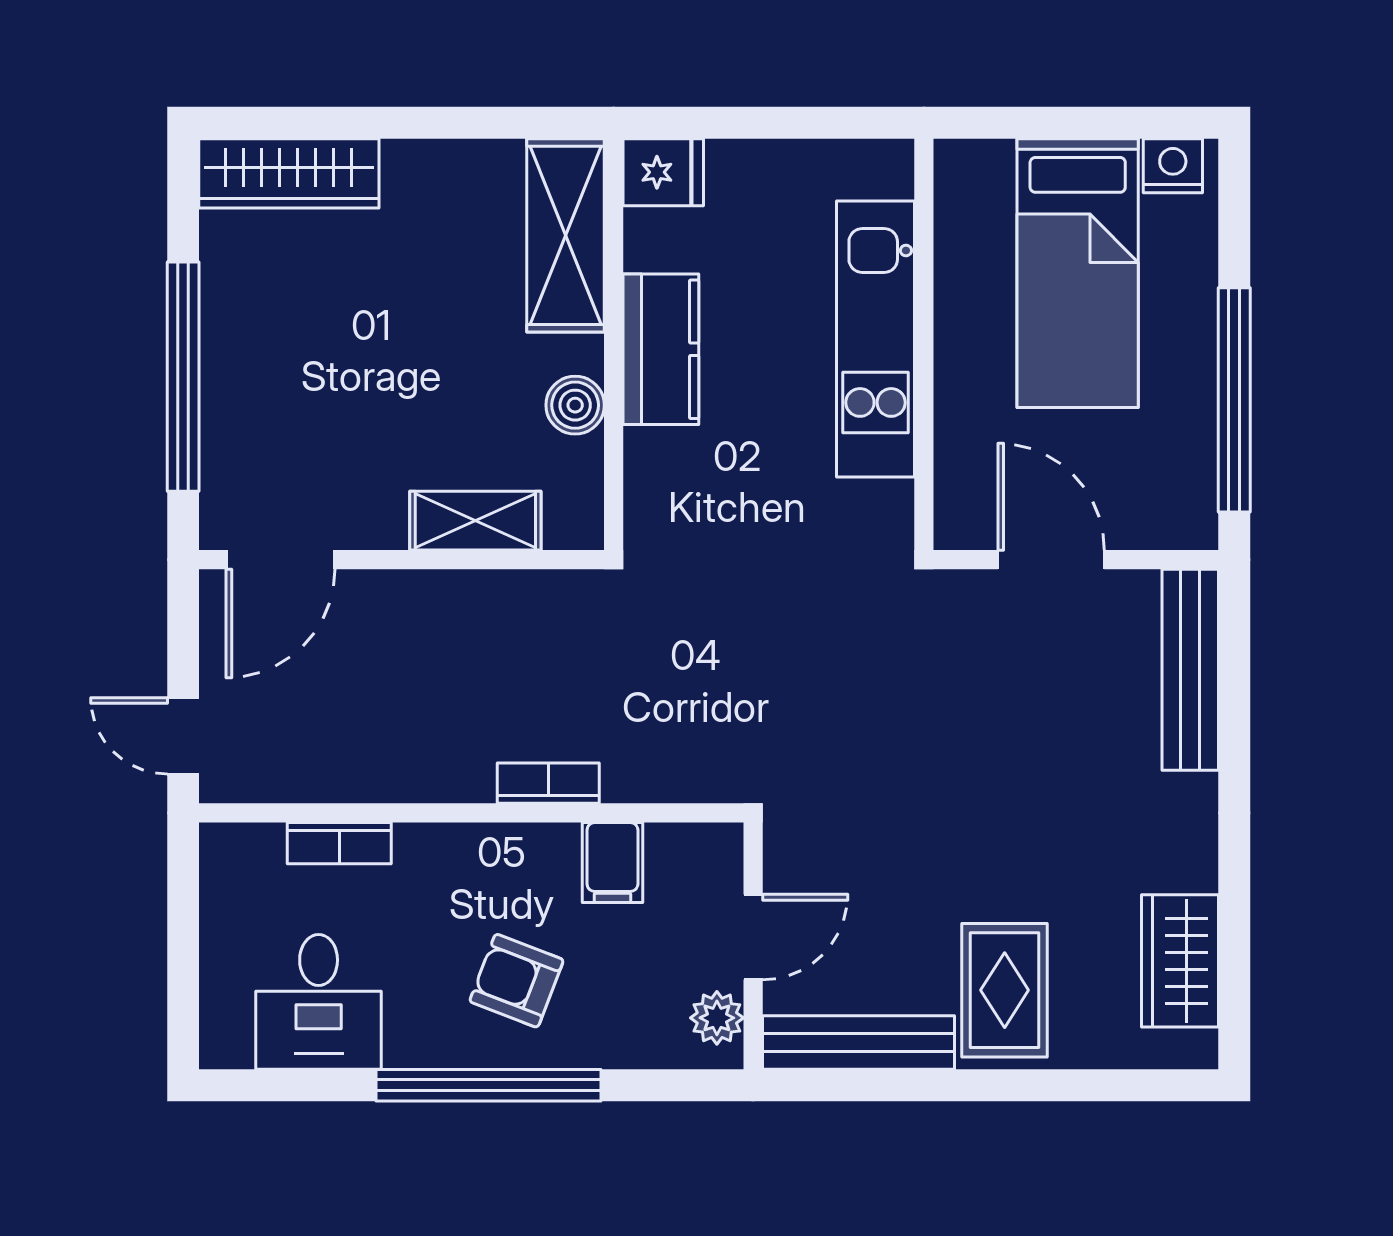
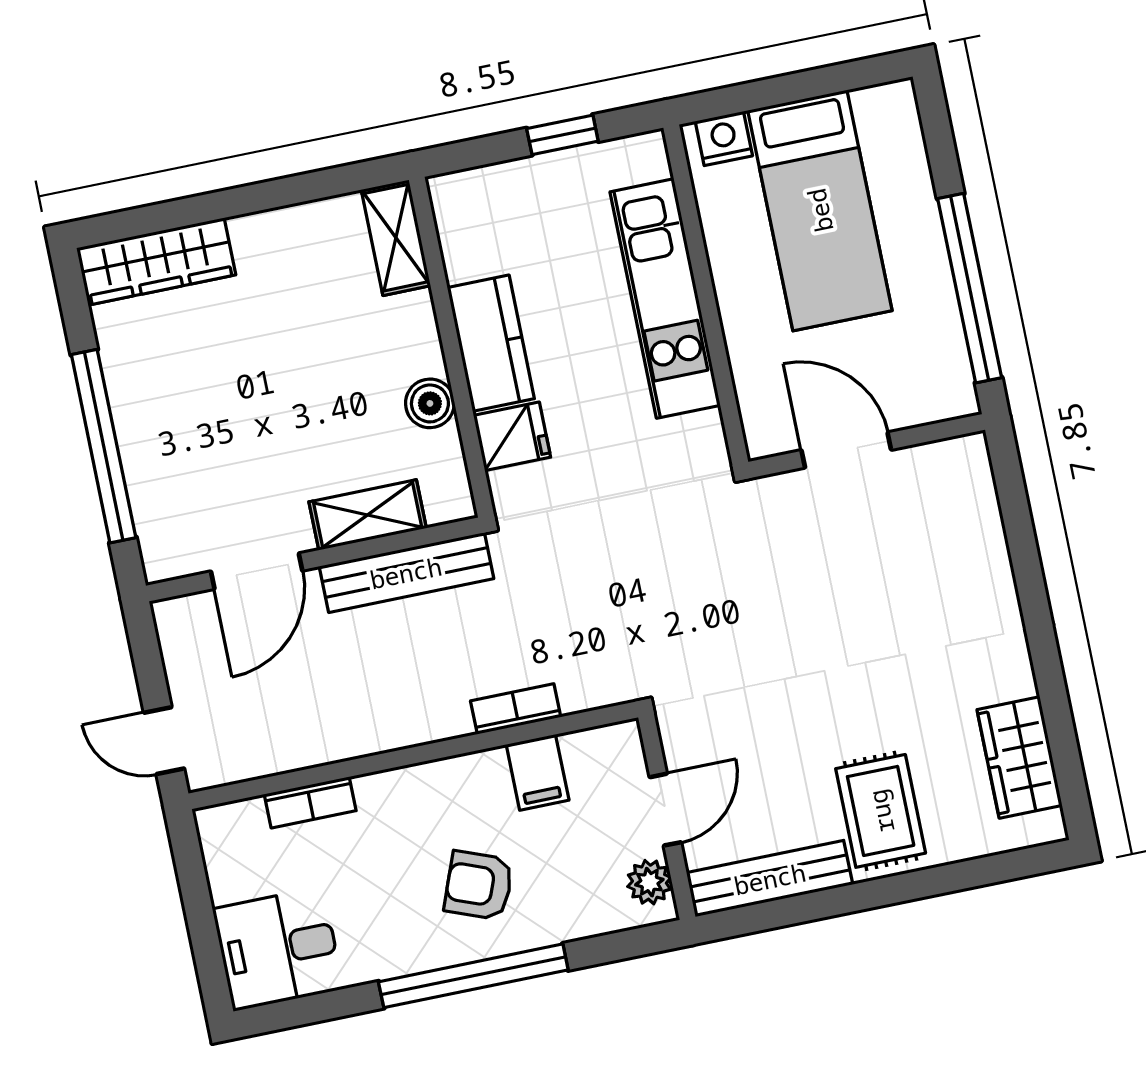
window: (795, 123) -> (562, 135), added
nightstand: (1173, 166) -> (724, 138), moved
fridge: (663, 172) -> (512, 436), moved
shelving: (565, 235) -> (396, 238), width x0.67, depth x0.75
door: (280, 560) -> (257, 571), moved
bench: (1190, 670) -> (406, 573), moved, turned 90
bookcase: (548, 783) -> (516, 709), moved
desk: (319, 1002) -> (278, 949), moved, turned 90

